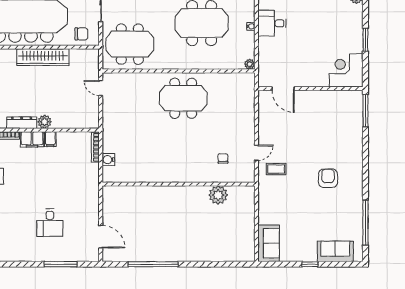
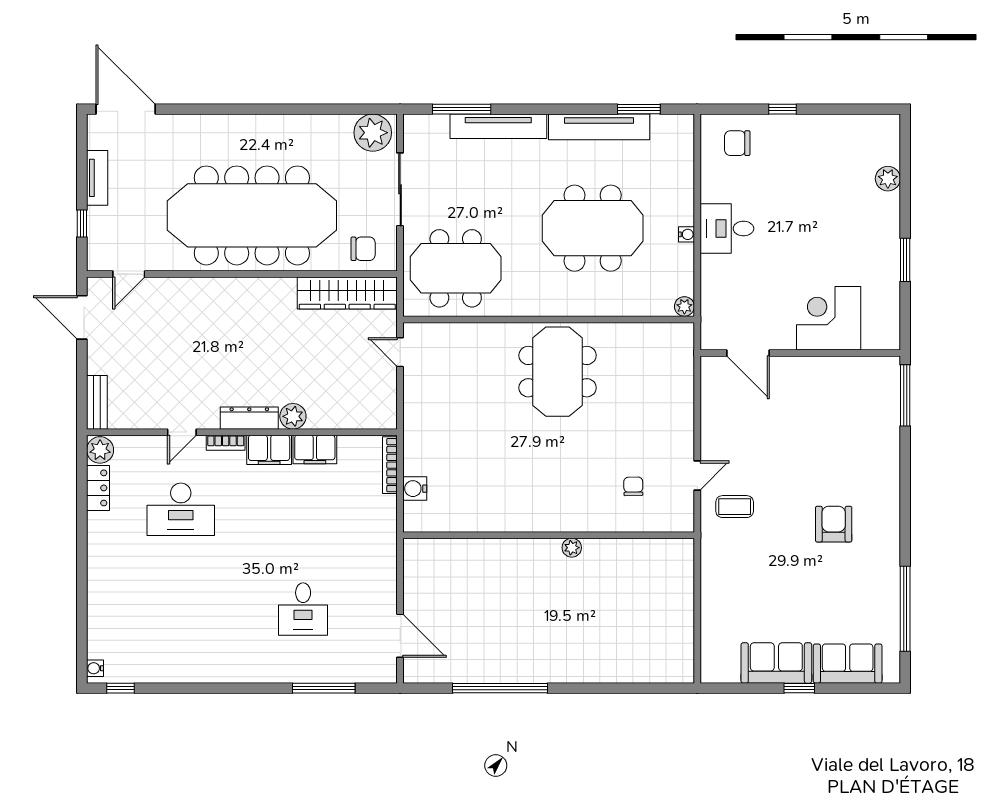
wardrobe: (43, 57) -> (347, 293), moved
corner desk: (346, 70) -> (829, 318), moved
meeting table: (183, 98) -> (558, 372), turned 90
filing cabinet: (50, 139) -> (315, 449), width x2.00
plant: (218, 195) -> (572, 548), moved, width x0.53, depth x0.53
sofa: (269, 243) -> (776, 663), moved, turned -90

